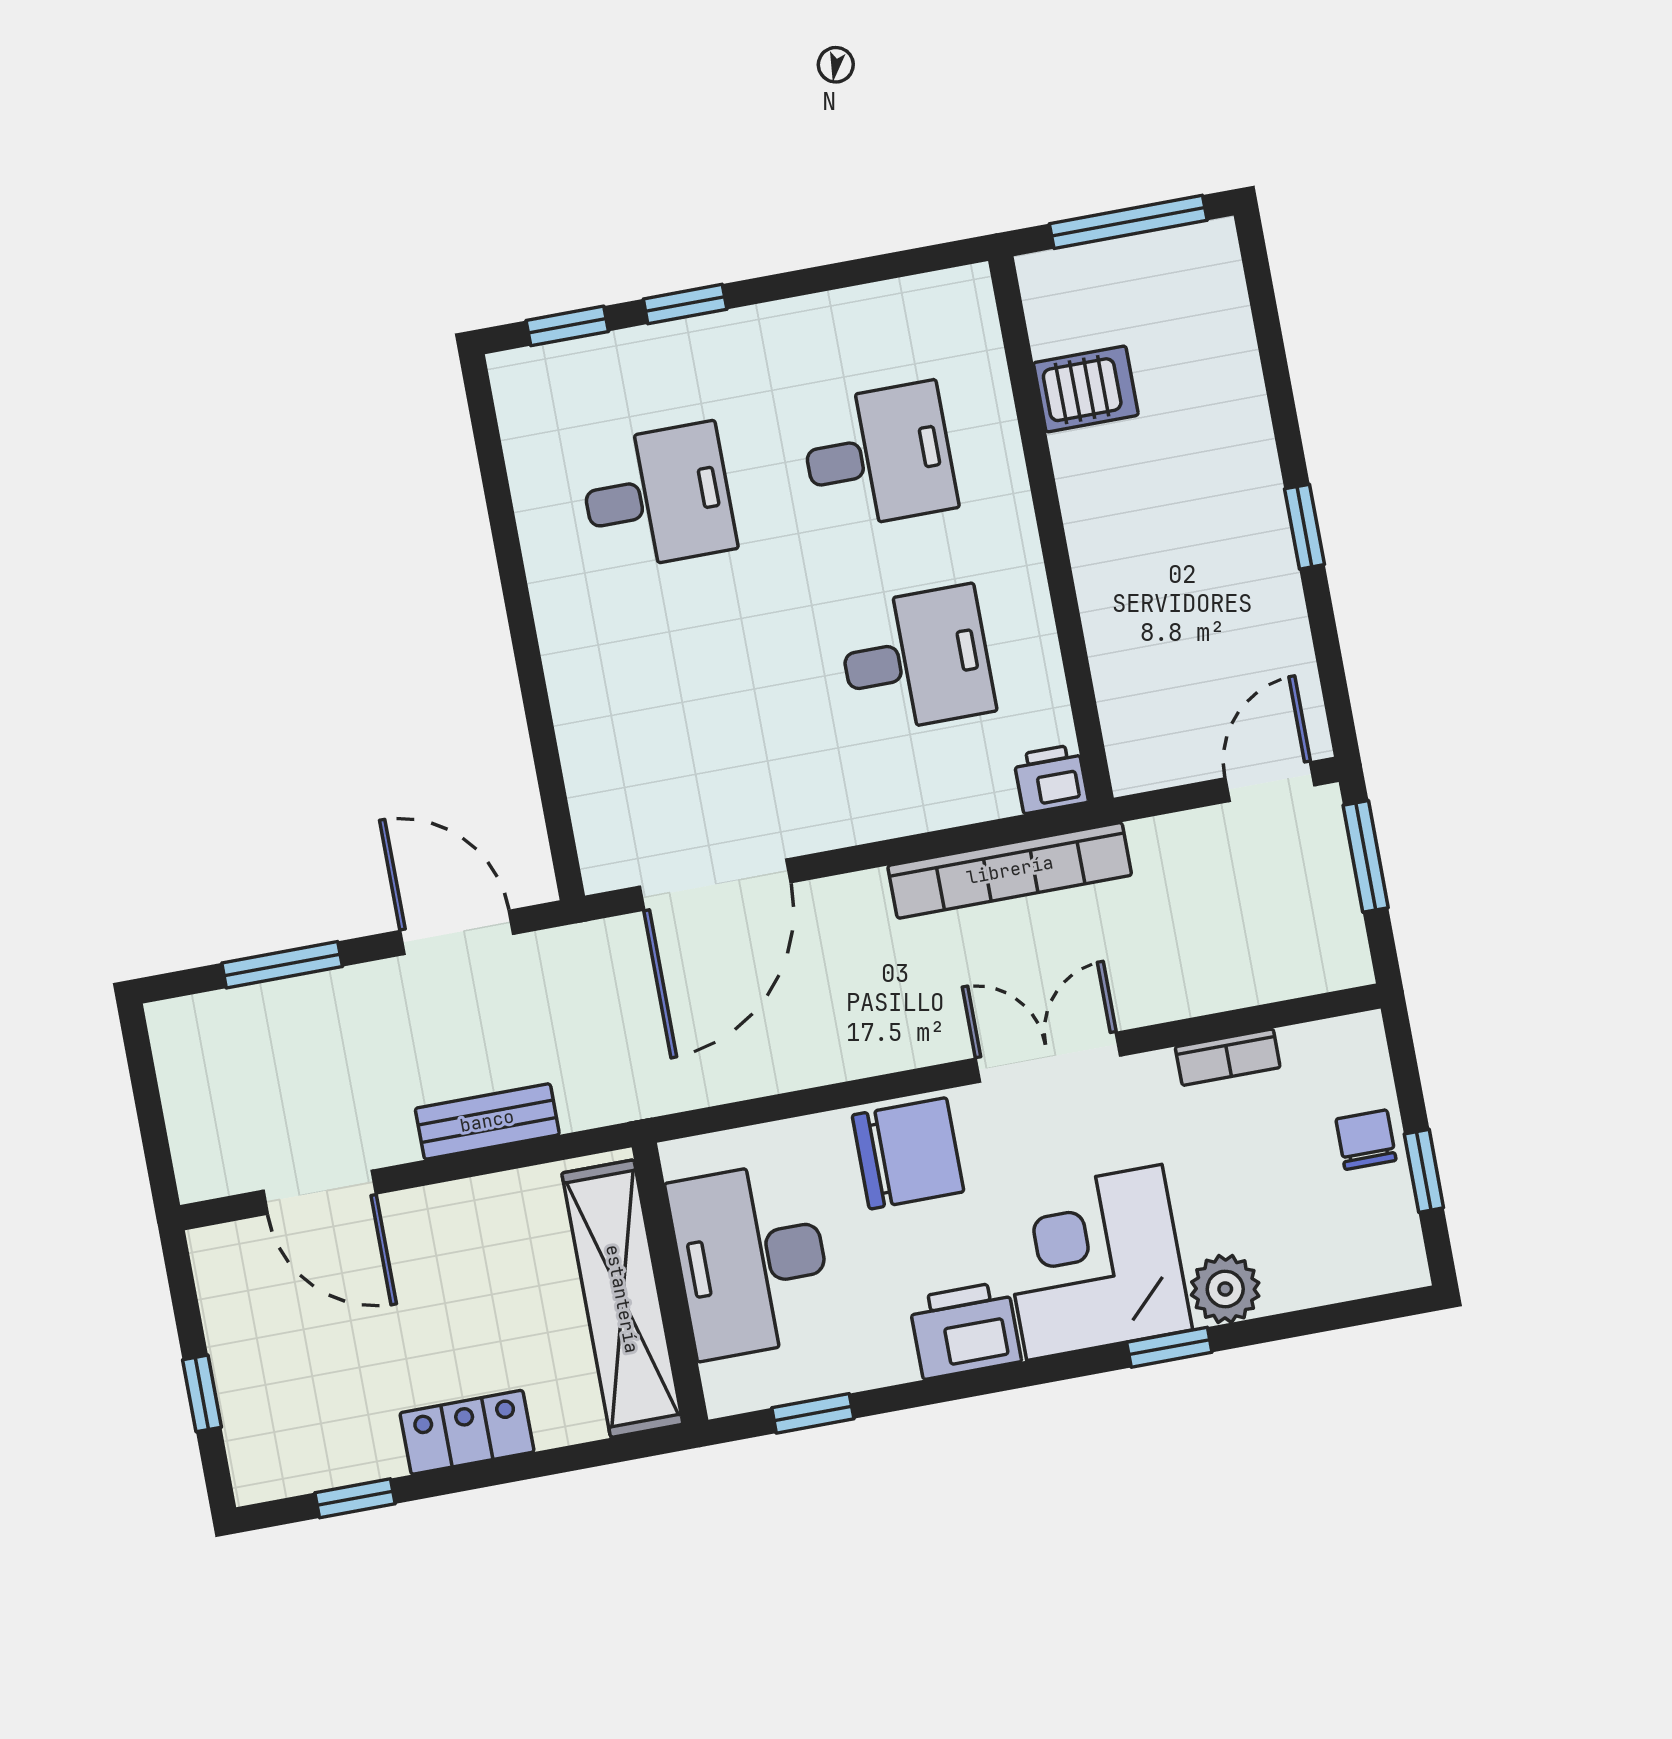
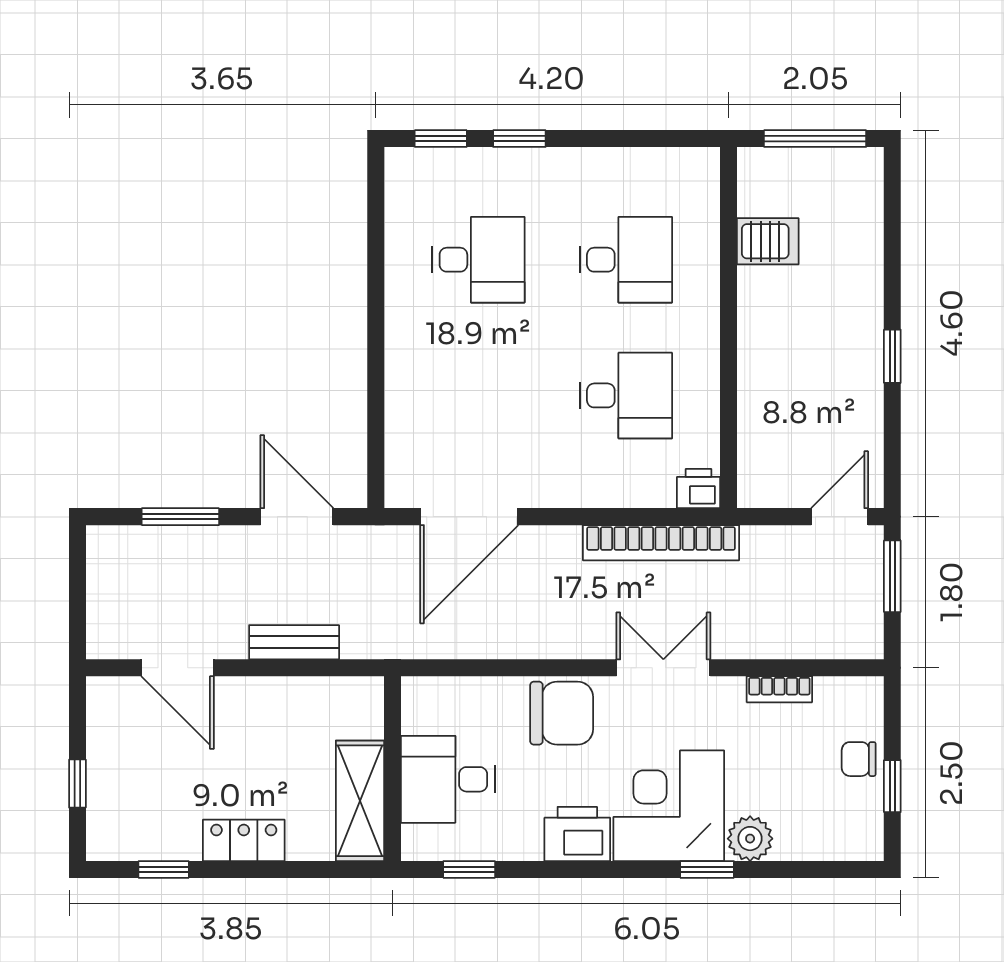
chair: (1366, 1140) -> (859, 759), turned -90
desk: (751, 1260) -> (448, 779), width x0.73
shelving: (622, 1299) -> (360, 801), width x0.68

